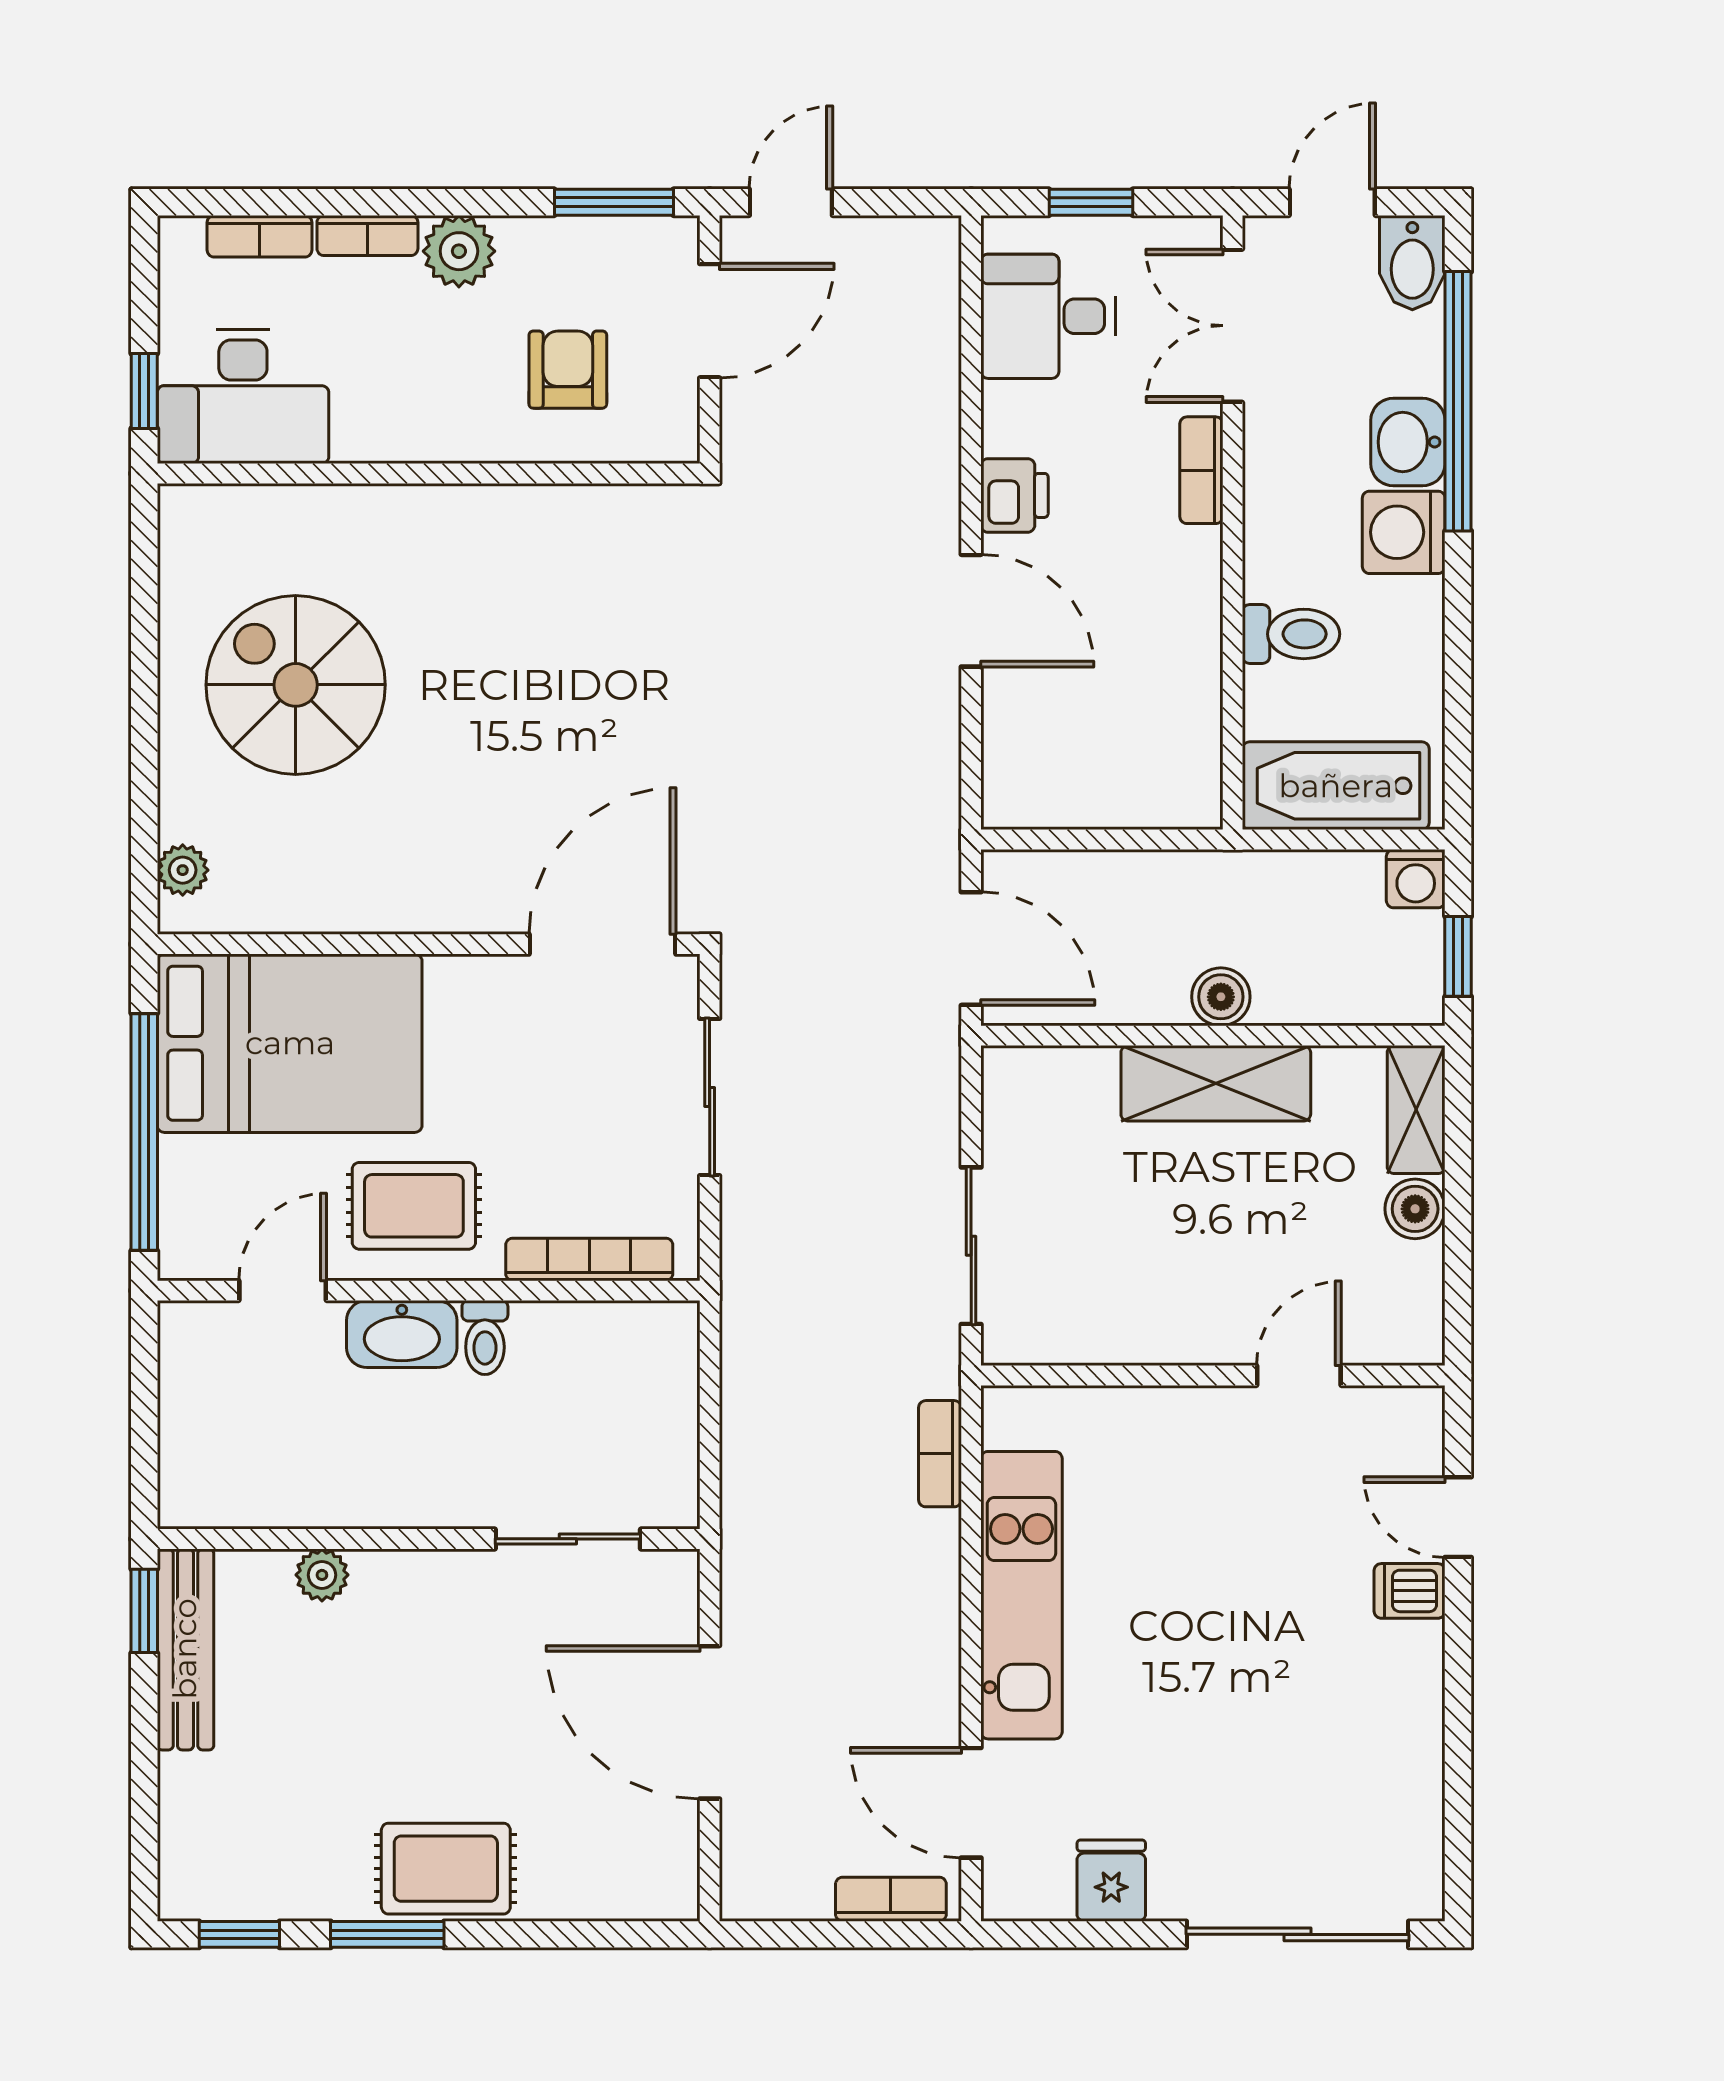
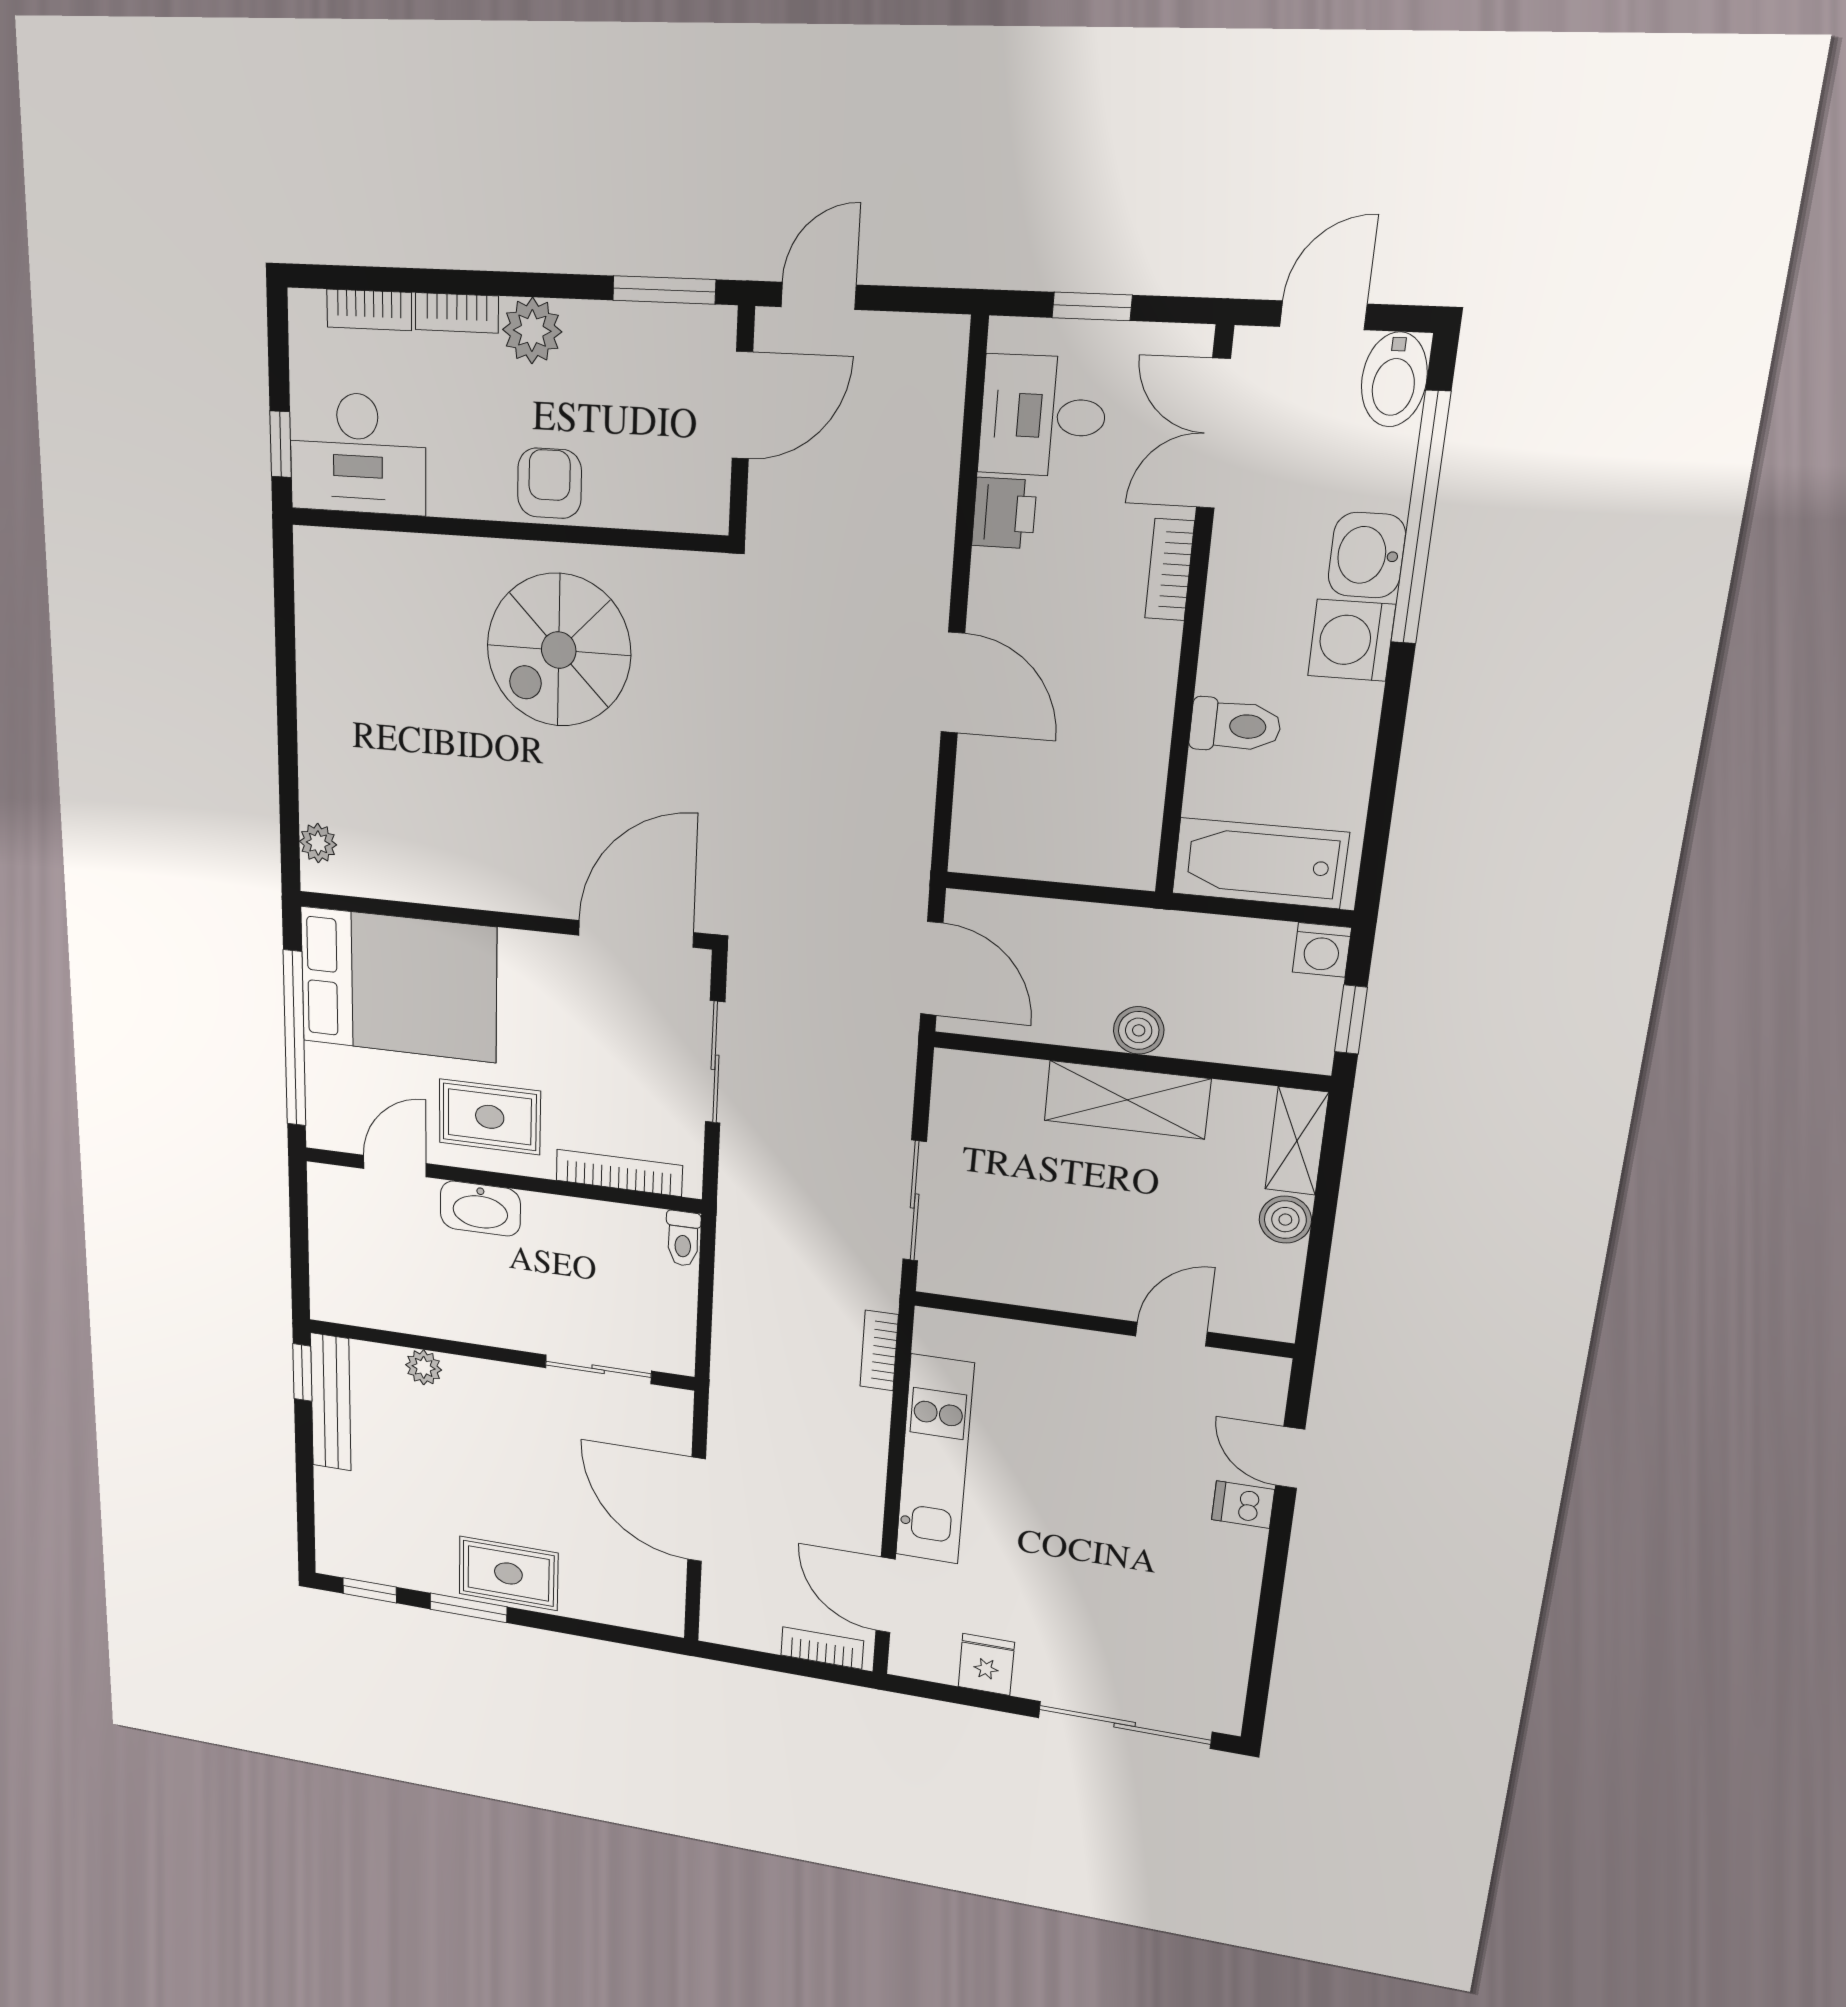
armchair: (568, 370) -> (549, 483), moved
printer: (1014, 495) -> (1004, 513), moved
spiral stairs: (296, 685) -> (559, 650), moved, turned -90
toilet: (485, 1338) -> (683, 1239), moved

